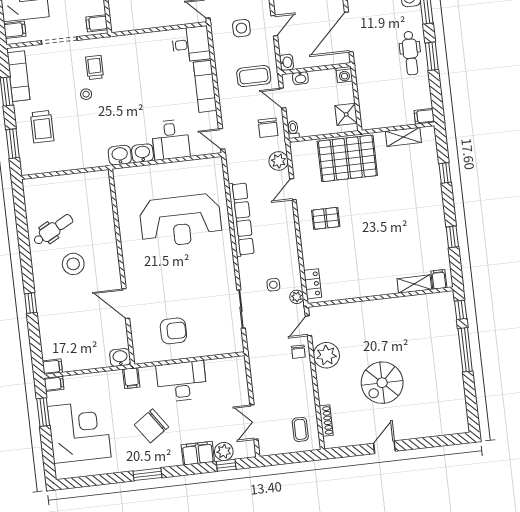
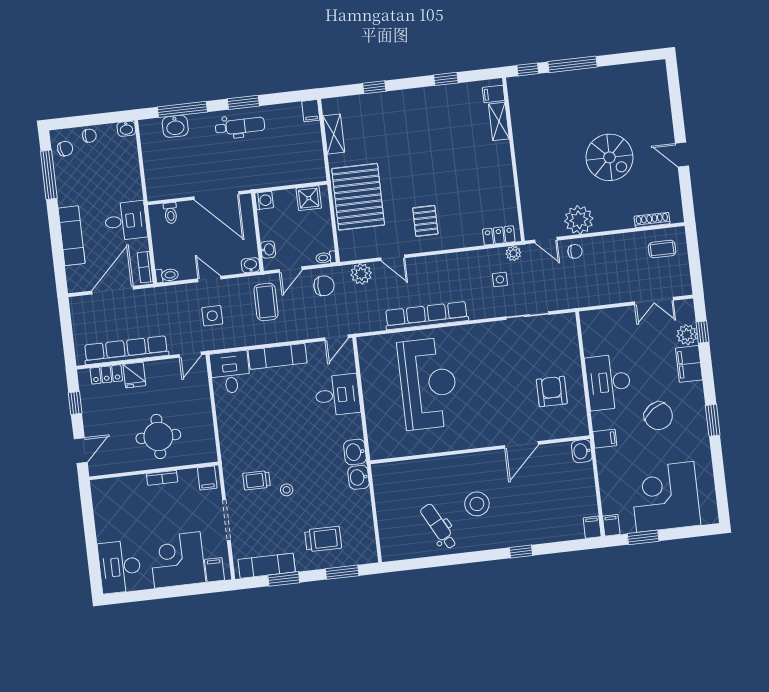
washbasin: (143, 153) -> (358, 477), moved

